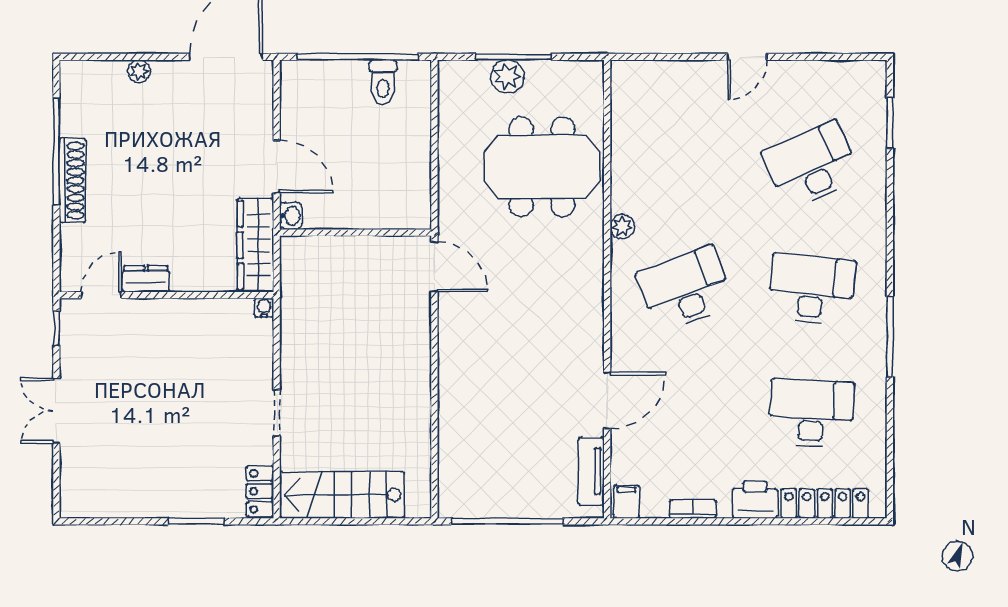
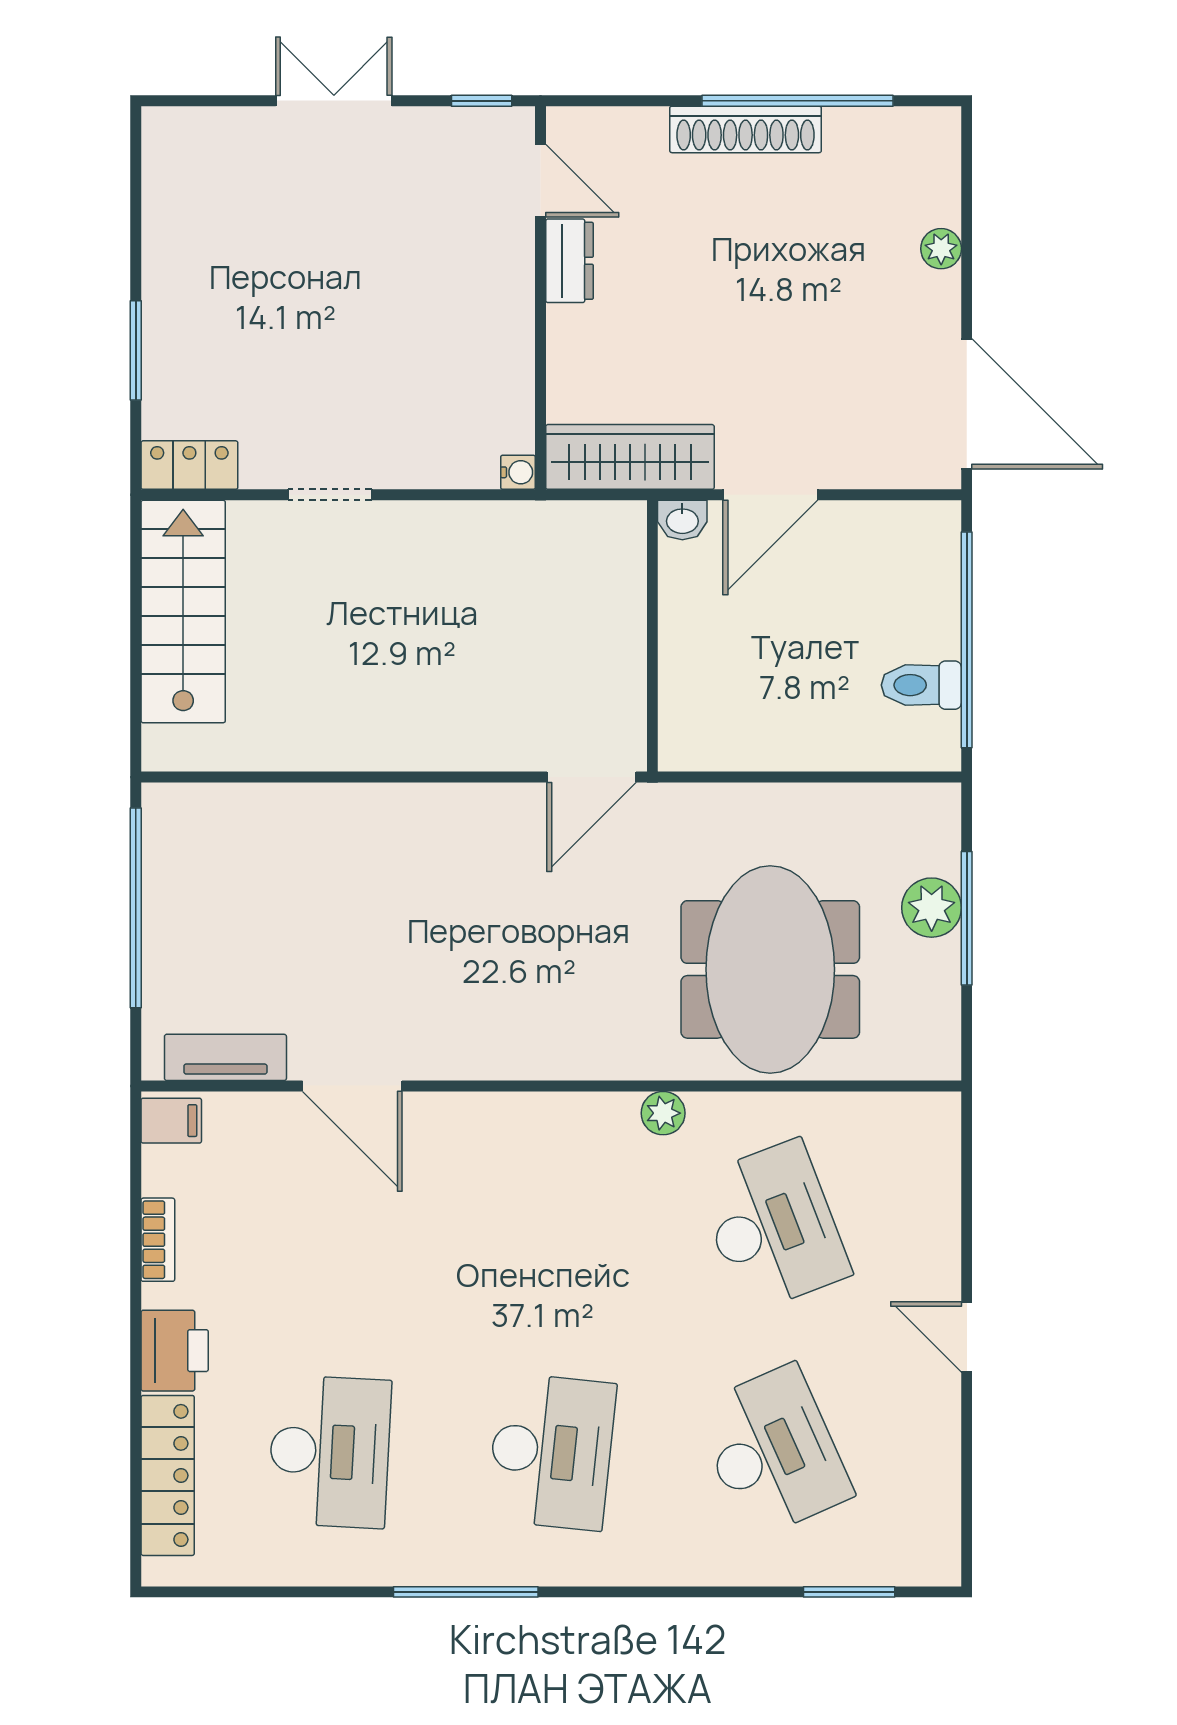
desk: (685, 289) -> (773, 1226), moved

